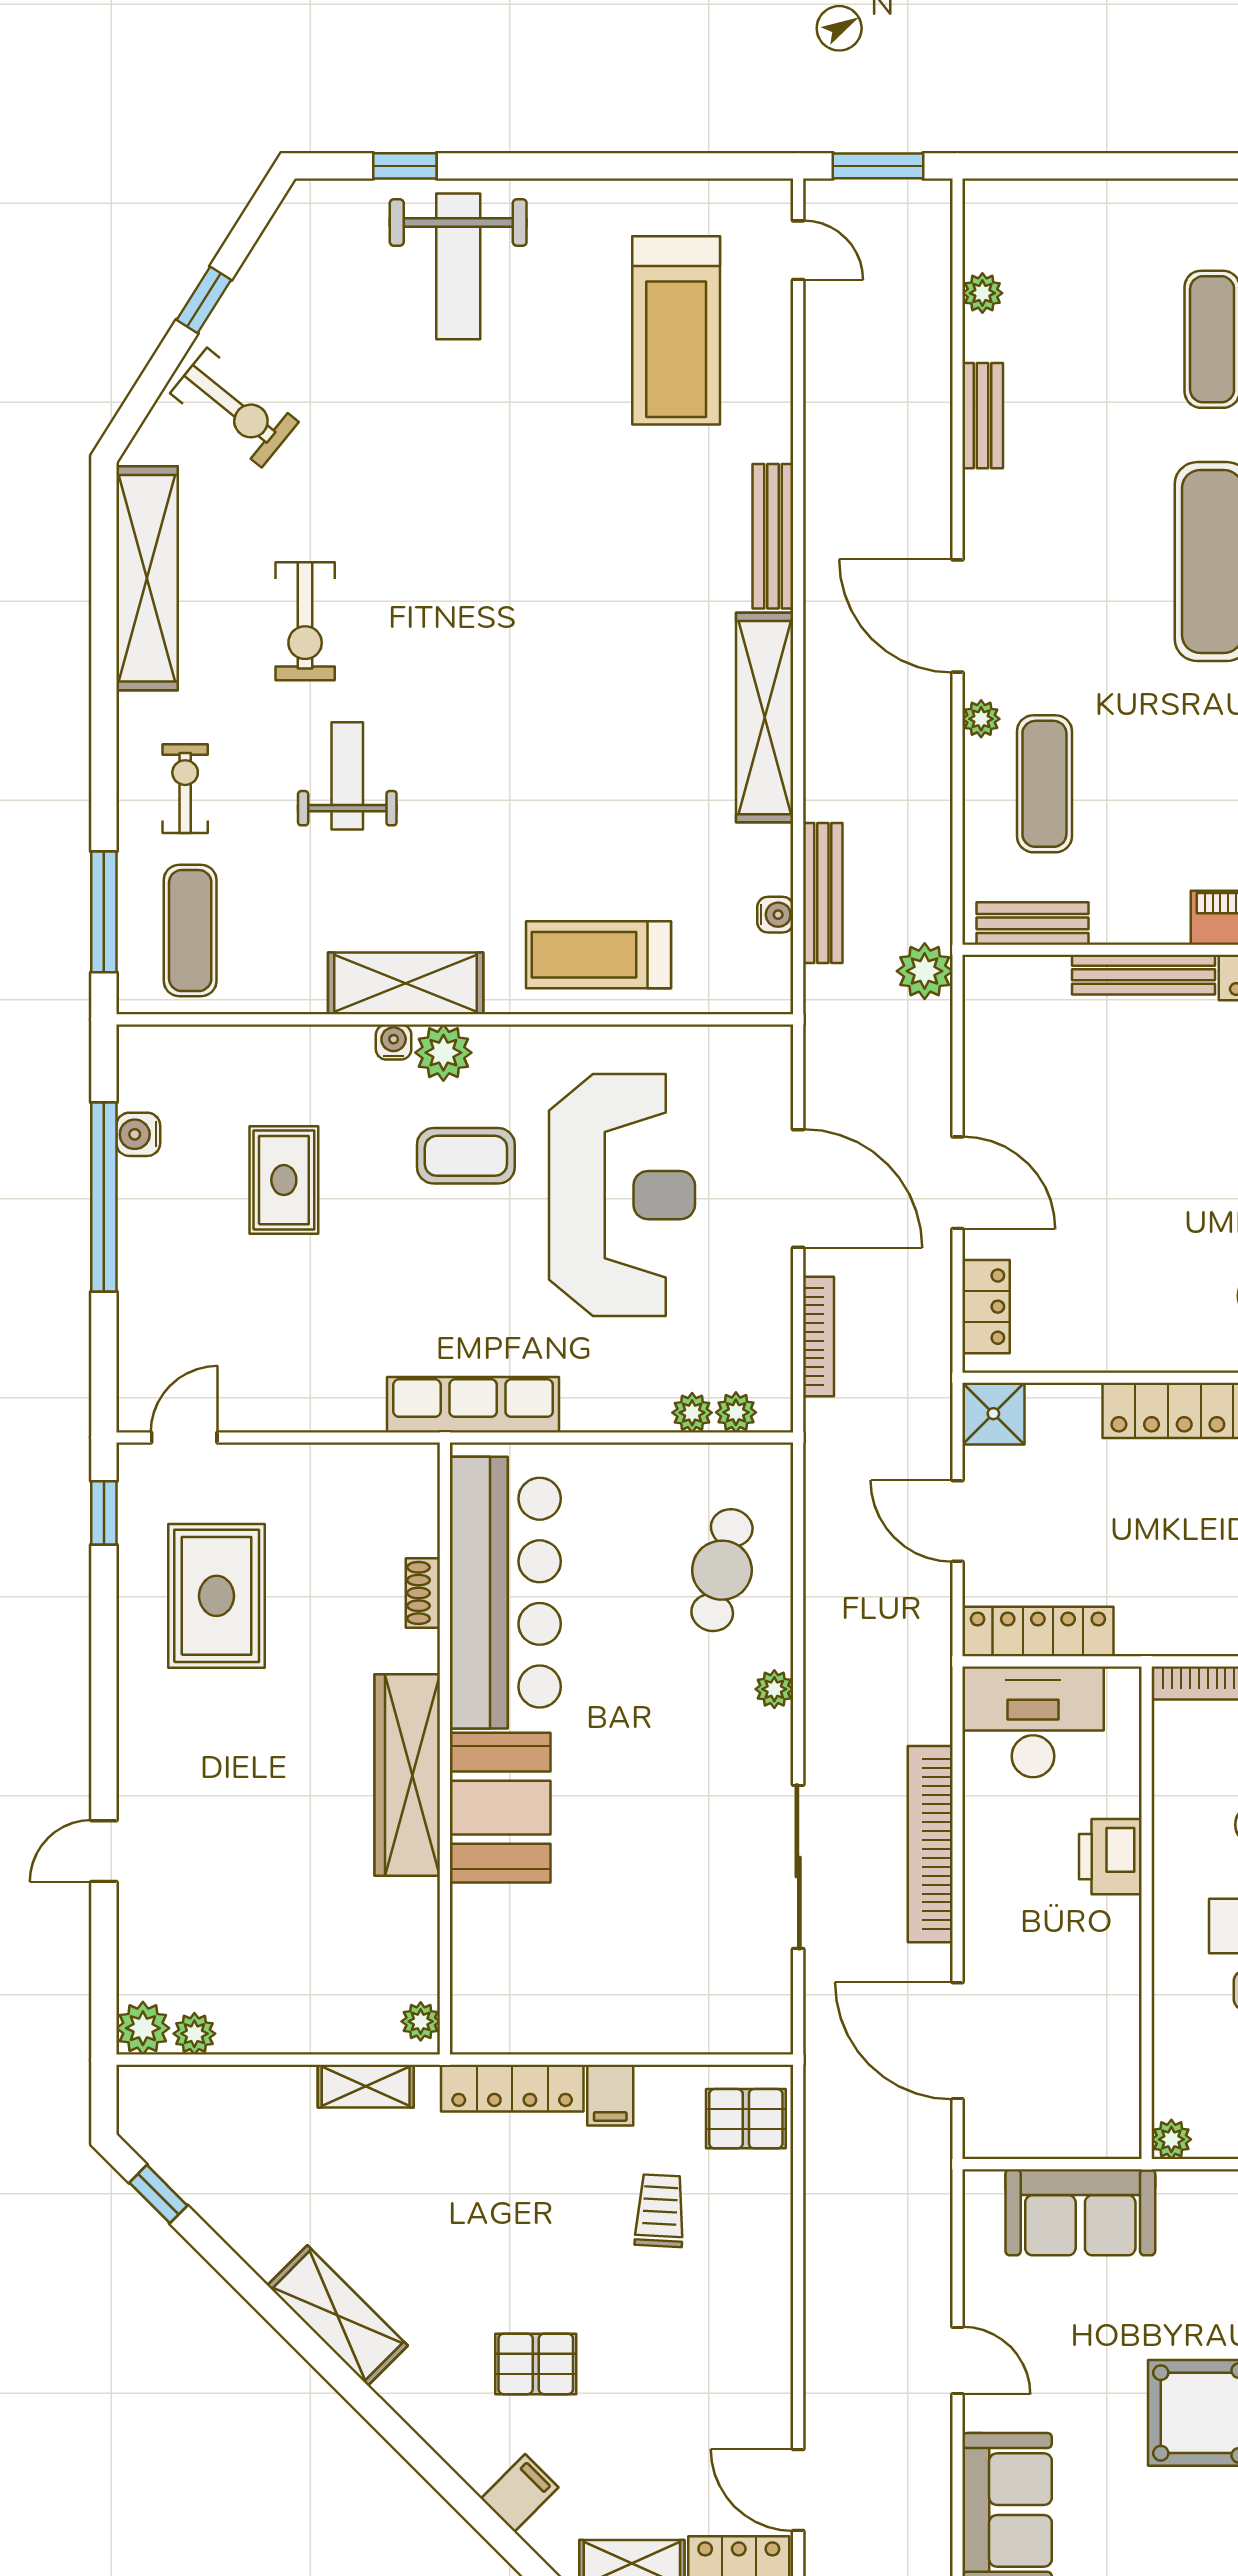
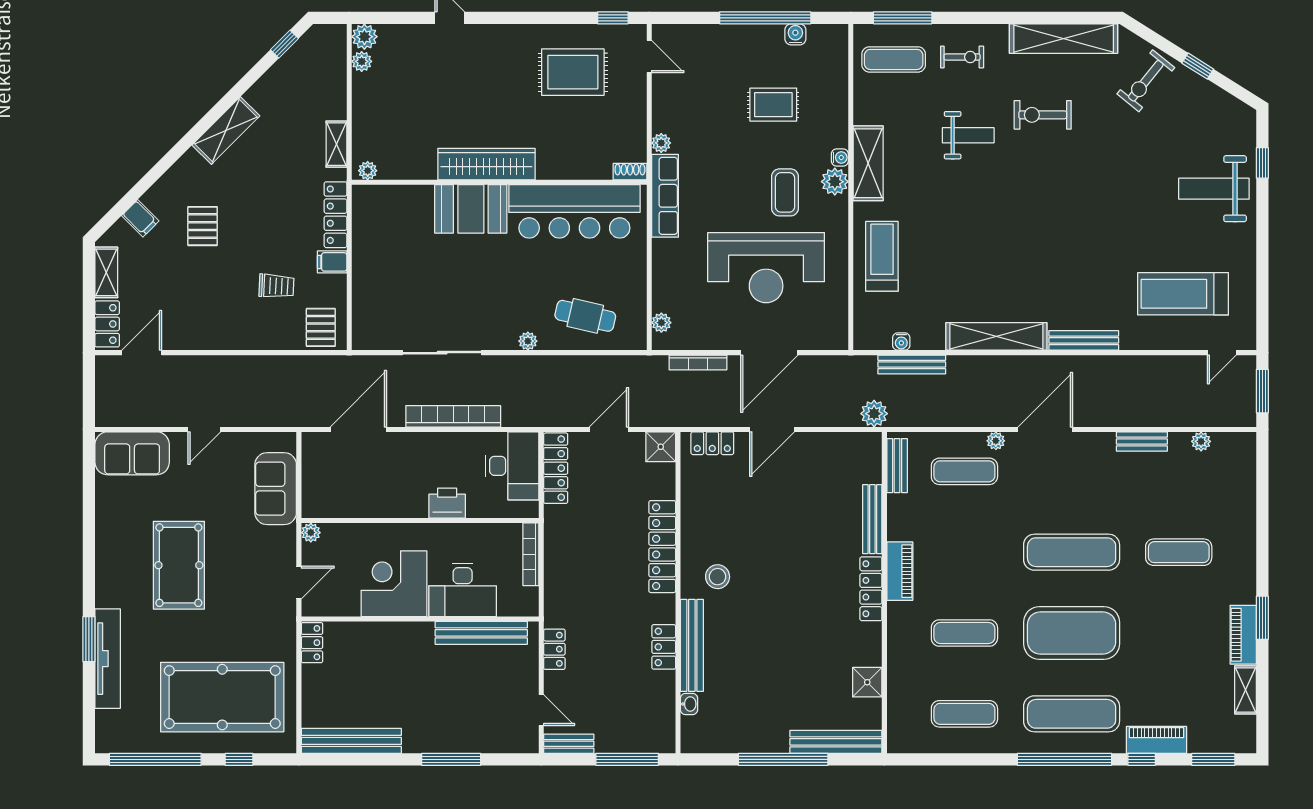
plant: (692, 1413) -> (661, 143), moved
shoe rack: (423, 1593) -> (630, 172), moved

